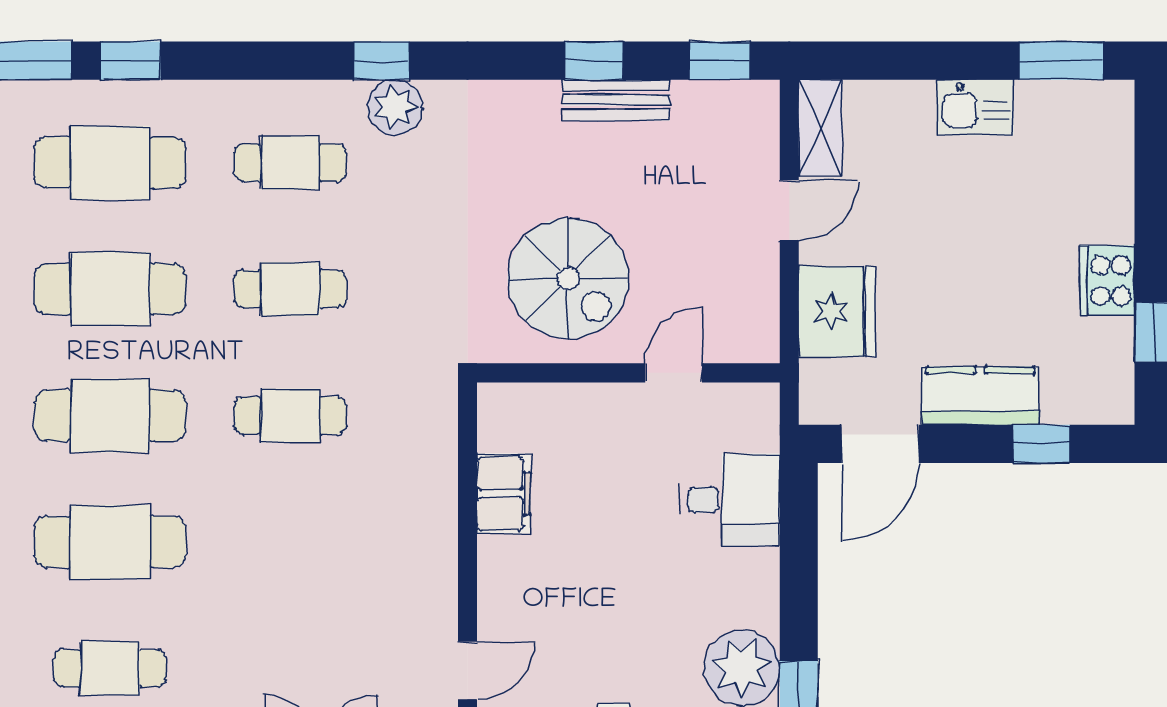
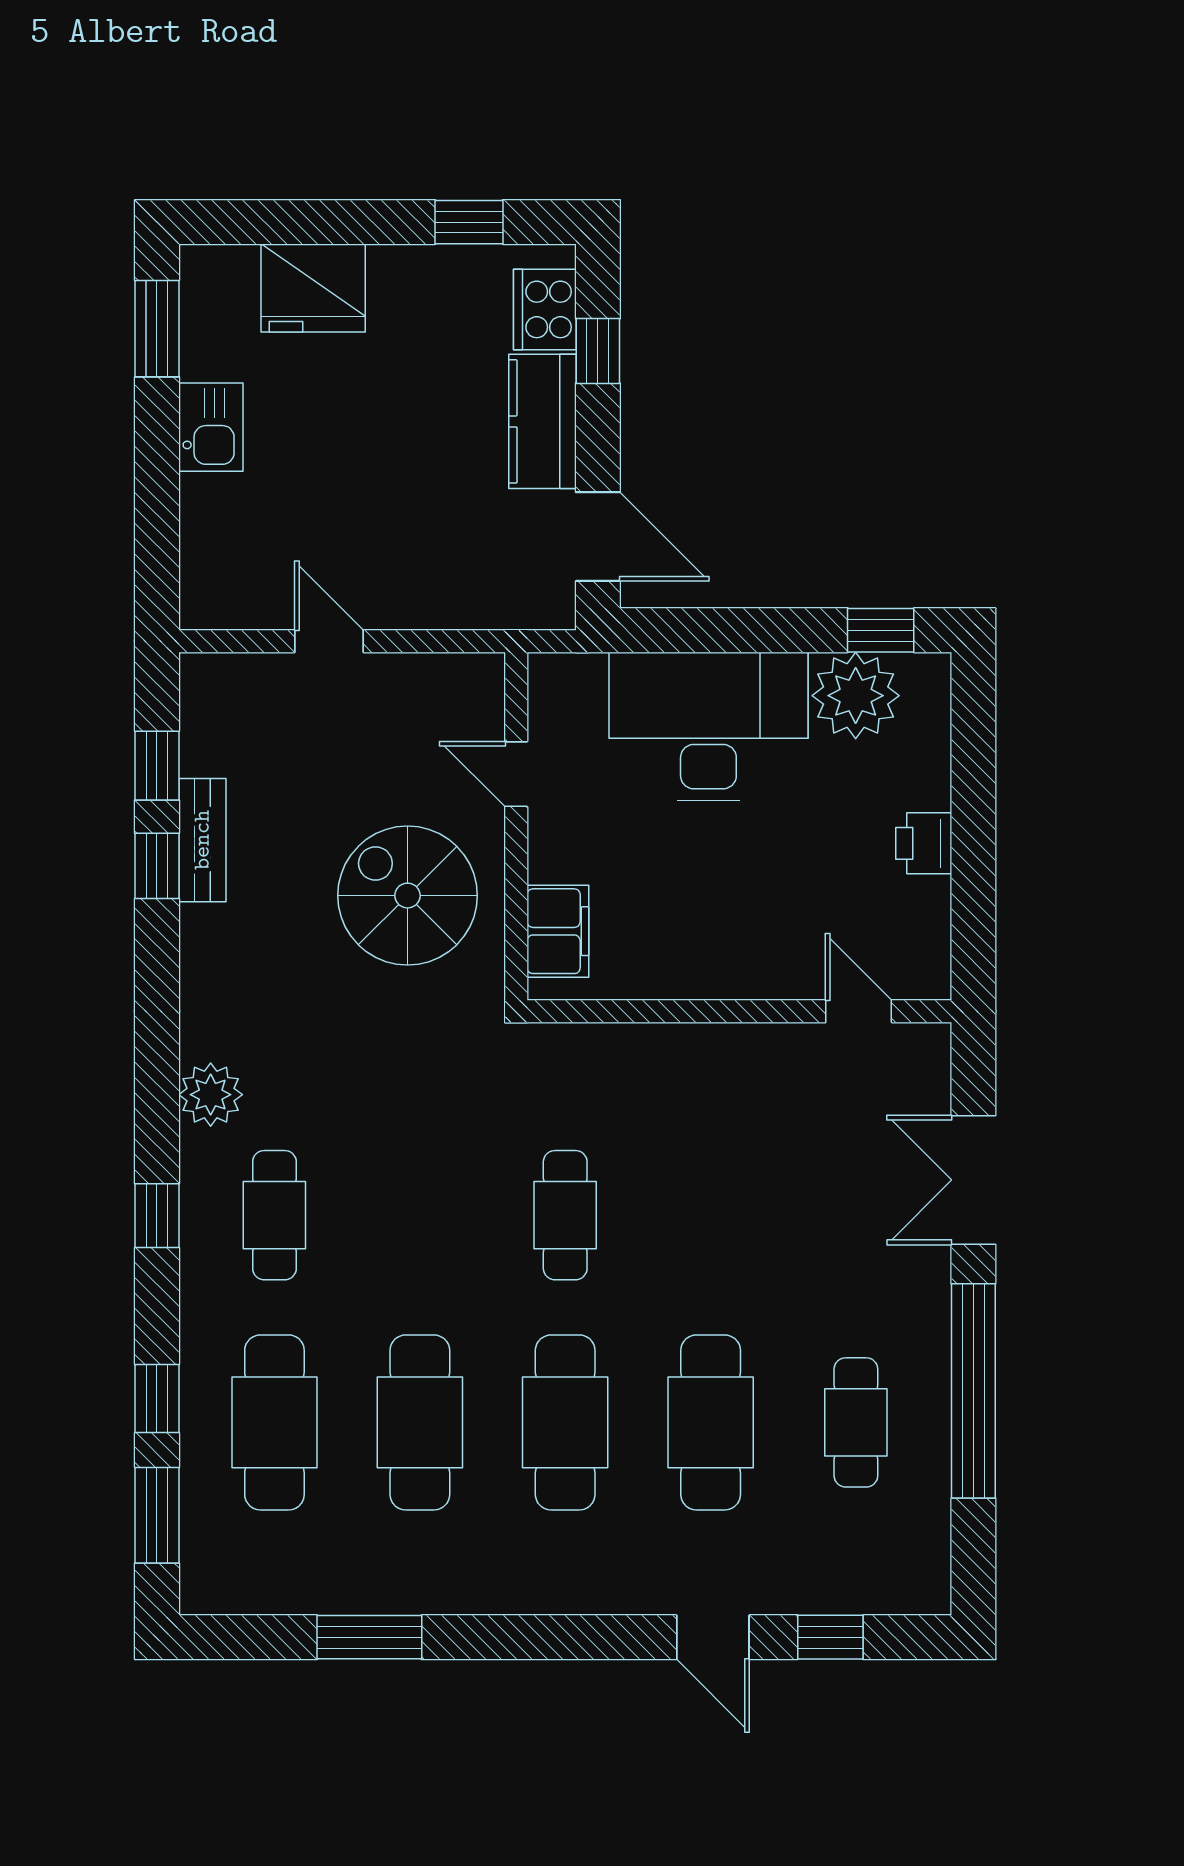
window: (381, 61) -> (157, 1216), moved
window: (719, 61) -> (157, 766), moved
shelving: (820, 128) -> (234, 605), removed
spiral stairs: (568, 278) -> (408, 896), turned -90
cooker: (1107, 281) -> (545, 309), moved, turned 90
cafe table: (290, 289) -> (420, 1215), removed
fridge: (837, 312) -> (313, 288), moved, turned 180
filing cabinet: (504, 494) -> (558, 931), moved, turned 90
desk: (730, 500) -> (708, 726), width x1.87, depth x1.30

